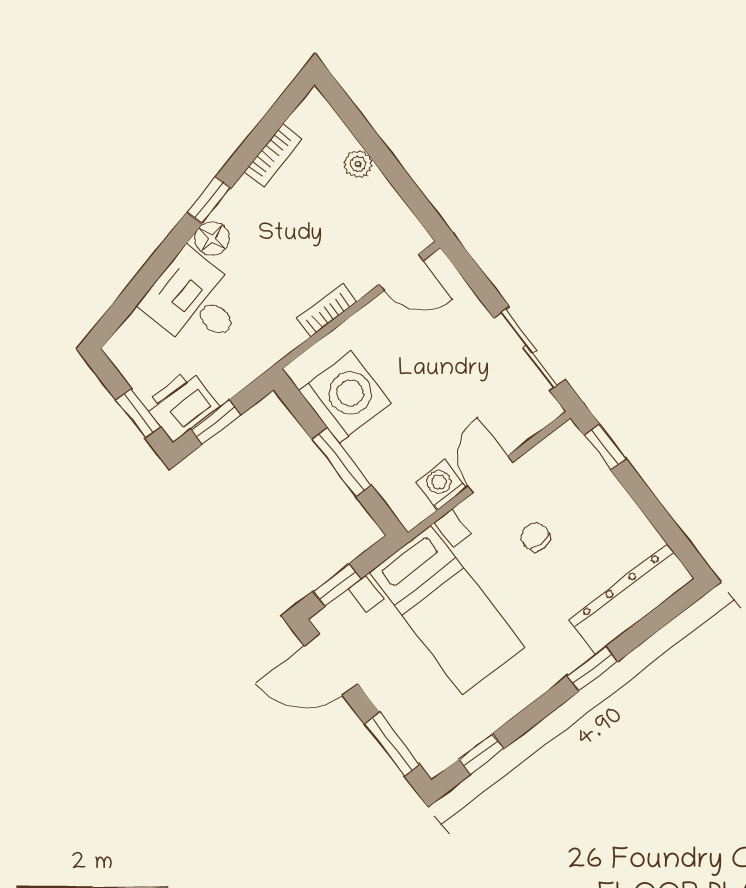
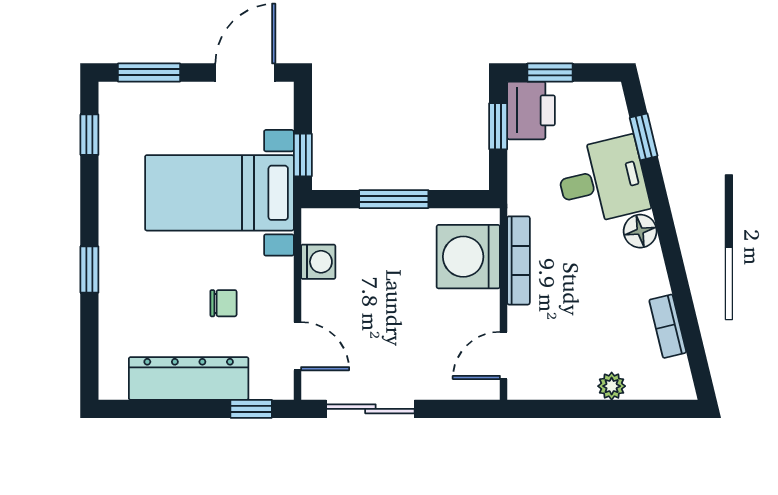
window: (209, 200) -> (644, 137), moved
bookcase: (326, 310) -> (518, 260), width x1.56
washing machine: (345, 397) -> (468, 257), moved, turned 90
door: (490, 474) -> (297, 346), moved
window: (337, 585) -> (303, 155), moved
dresser: (631, 599) -> (189, 378), moved, turned -90

